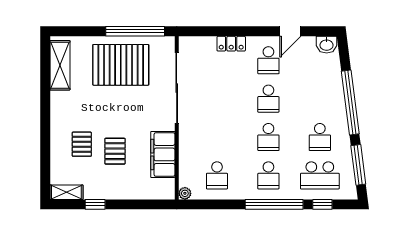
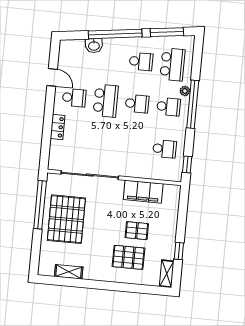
washbasin: (327, 45) -> (94, 46), moved, turned 83
shelving: (60, 65) -> (69, 272), width x0.67, depth x0.75
school desk: (268, 99) -> (106, 101), width x1.85
pallet: (82, 144) -> (128, 257), width x1.50, depth x1.42
plant: (185, 193) -> (185, 91), moved
window: (322, 204) -> (187, 164), moved

